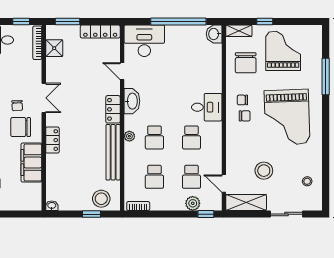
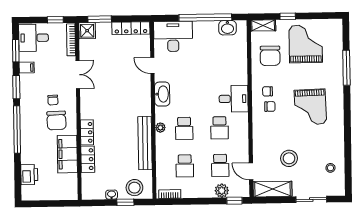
washbasin: (214, 34) -> (227, 28), moved, turned -90
shower: (54, 48) -> (87, 31), moved
double door: (44, 98) -> (78, 75), moved
locker: (113, 109) -> (88, 159), moved, turned 180
grand piano: (287, 117) -> (310, 107), width x0.73, depth x0.68
chair: (21, 127) -> (56, 120), turned -92
washbasin: (52, 206) -> (112, 195), moved

